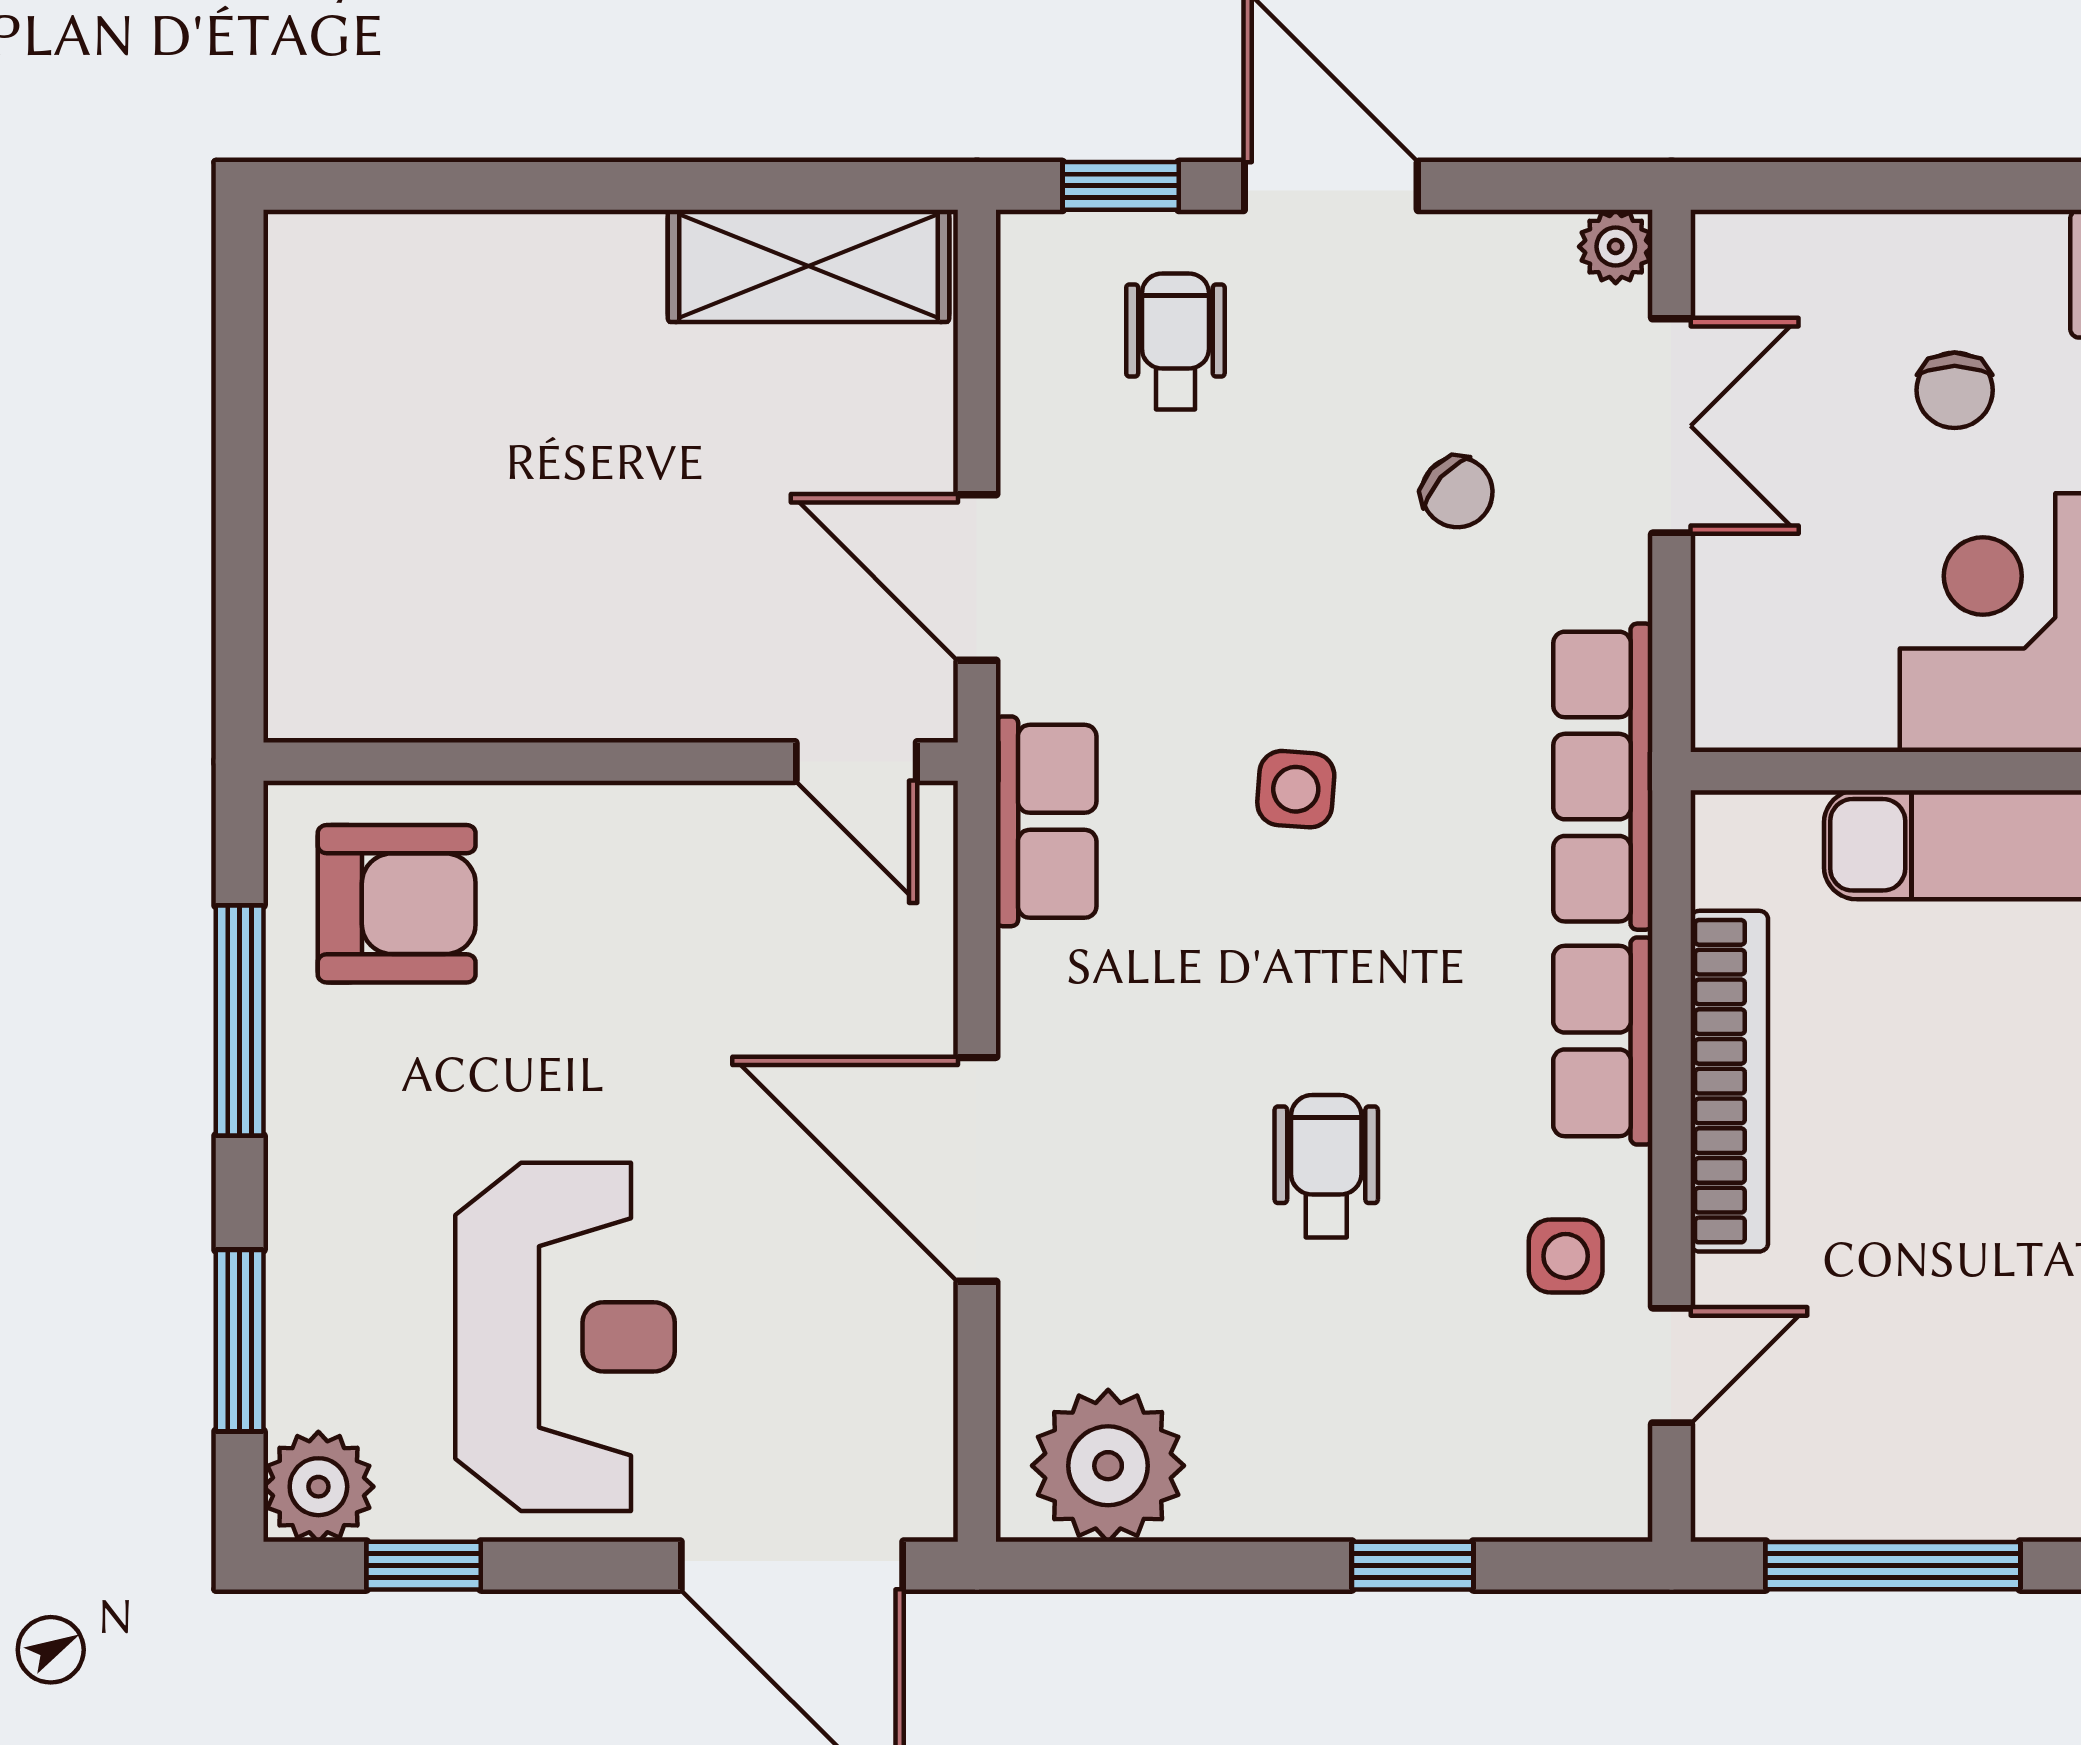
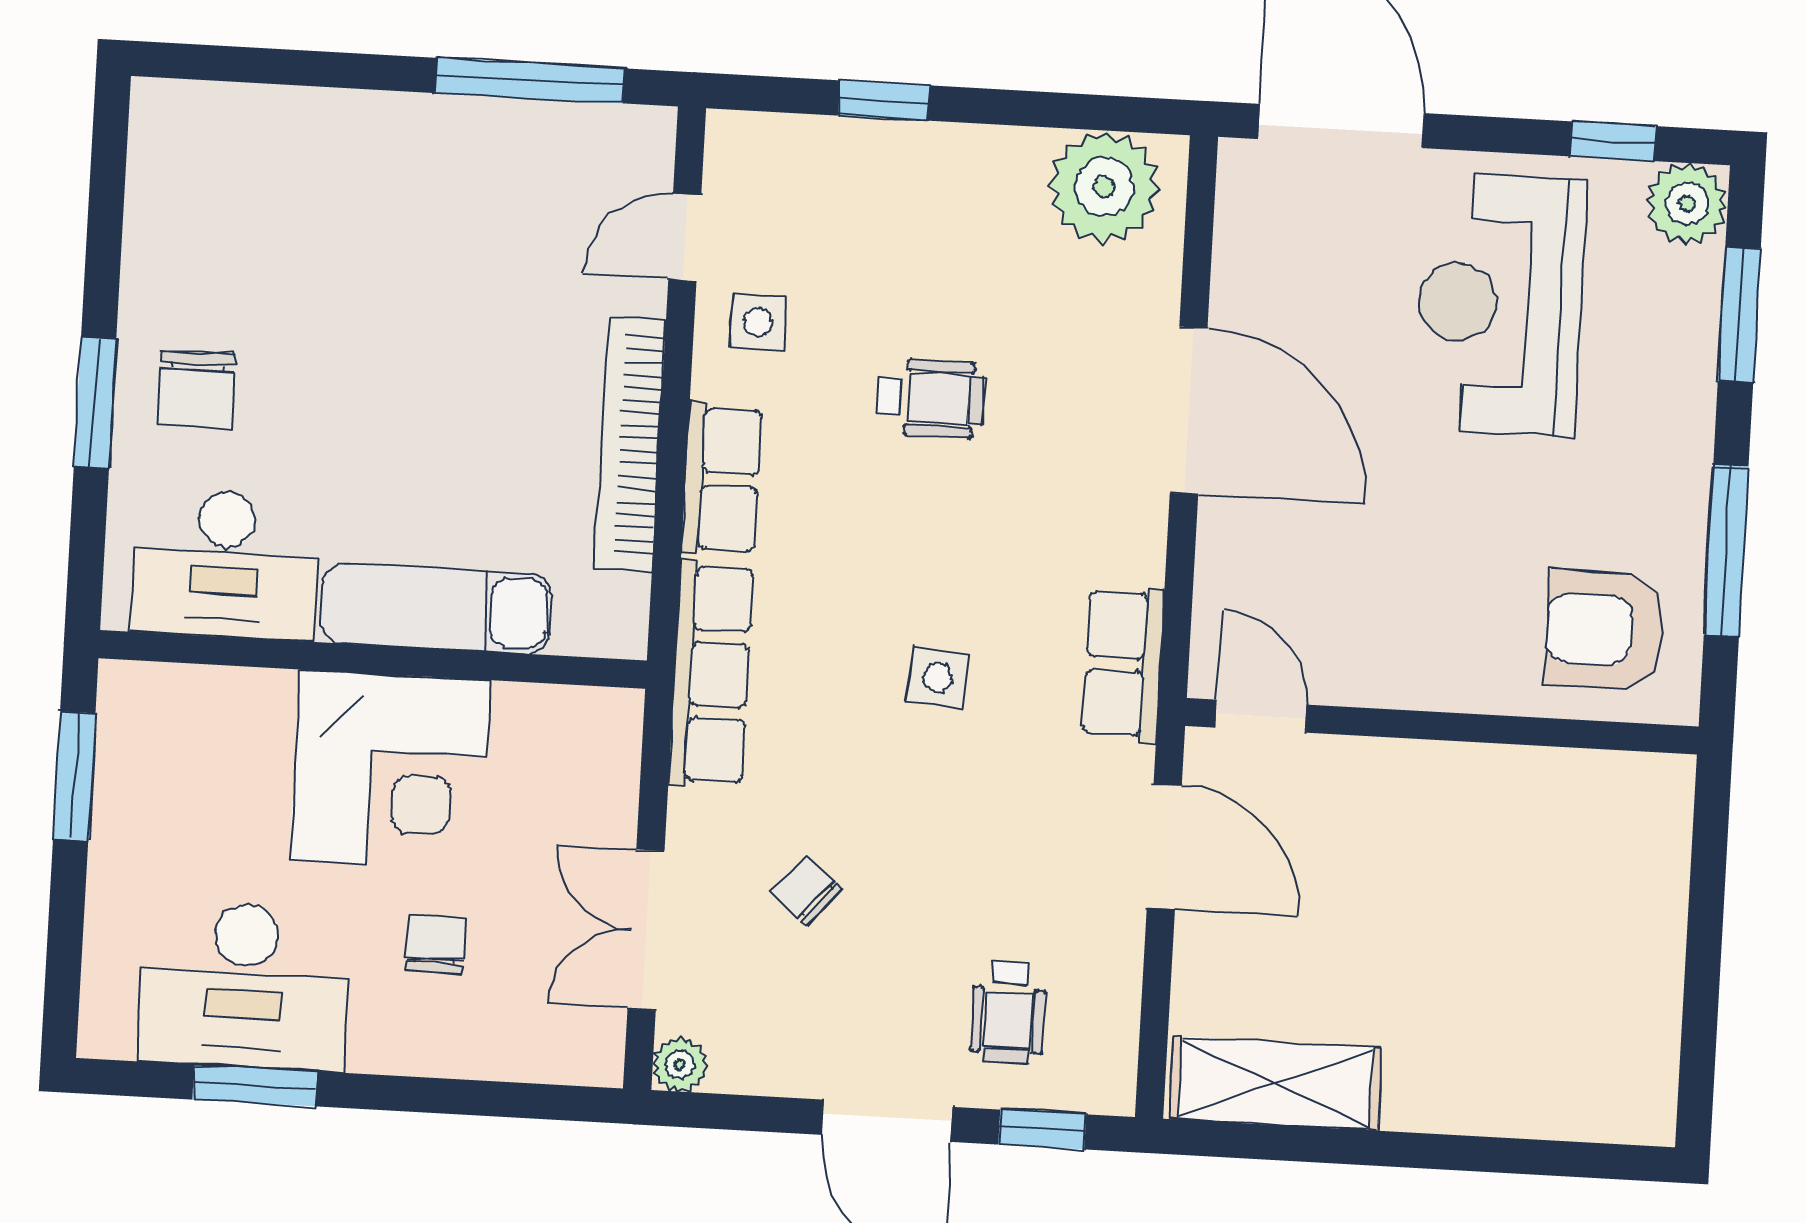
wheelchair: (1326, 1166) -> (931, 398), turned -90

